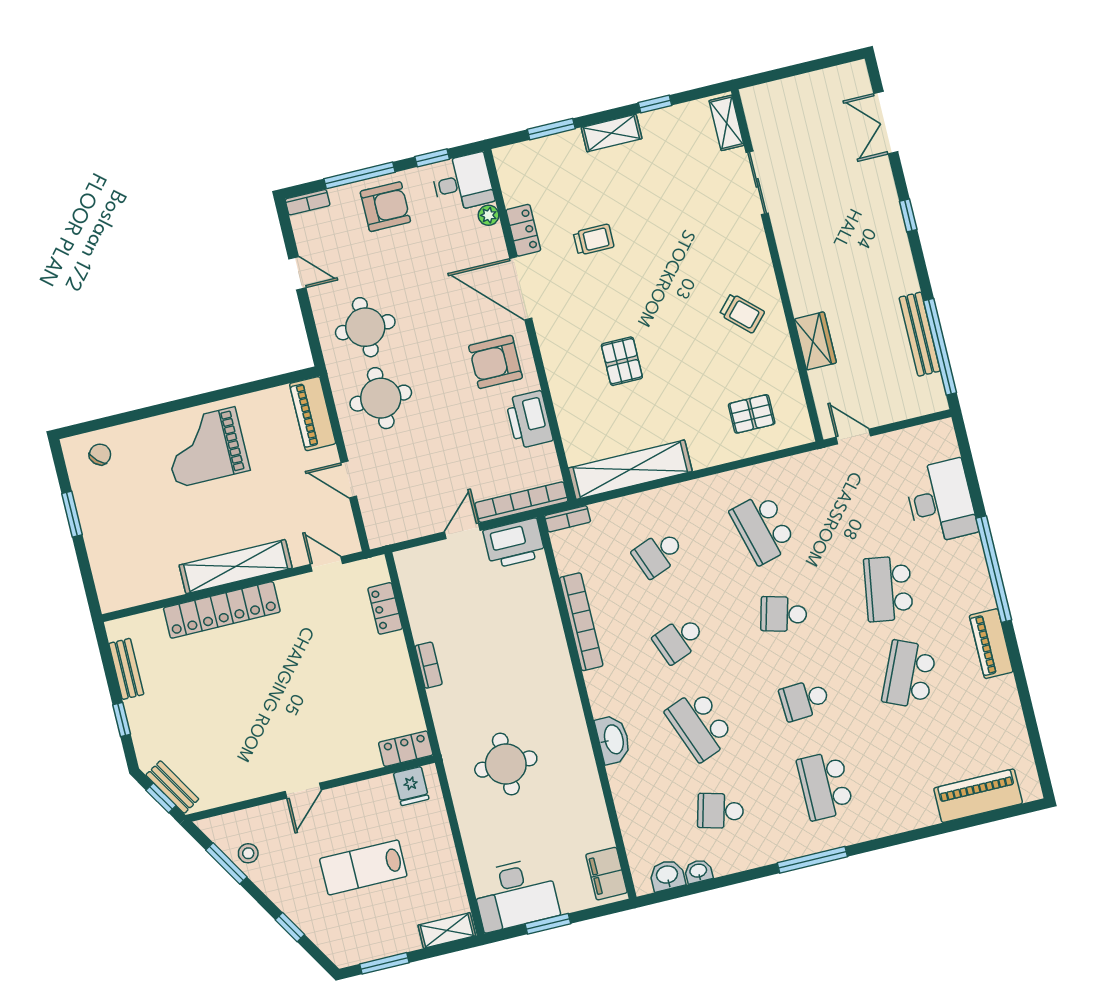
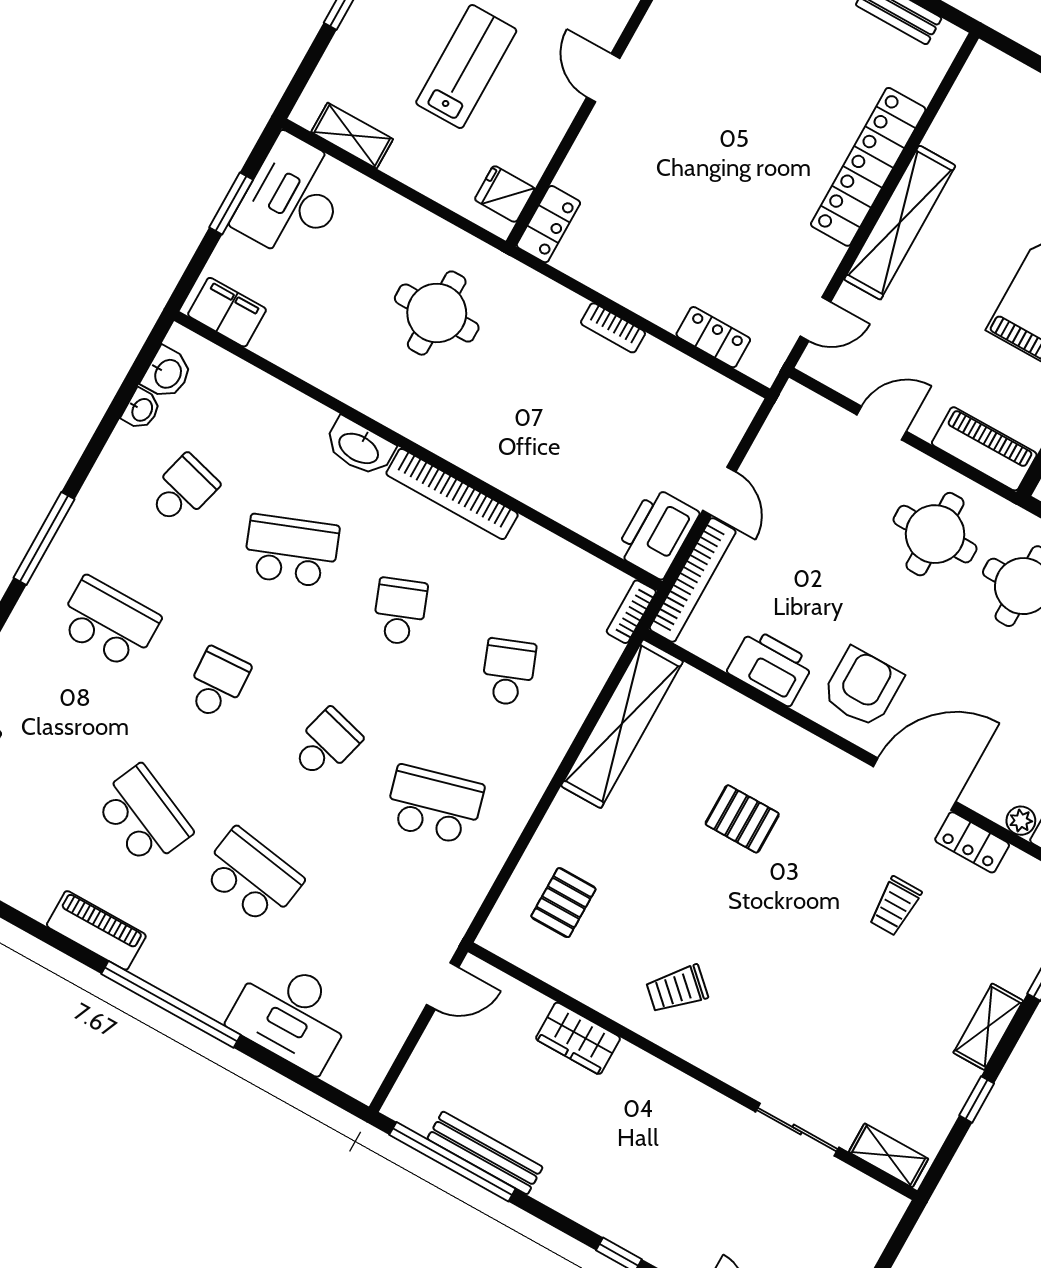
bookcase: (581, 622) -> (452, 494), moved
shelving: (447, 930) -> (352, 136), moved, turned 90

